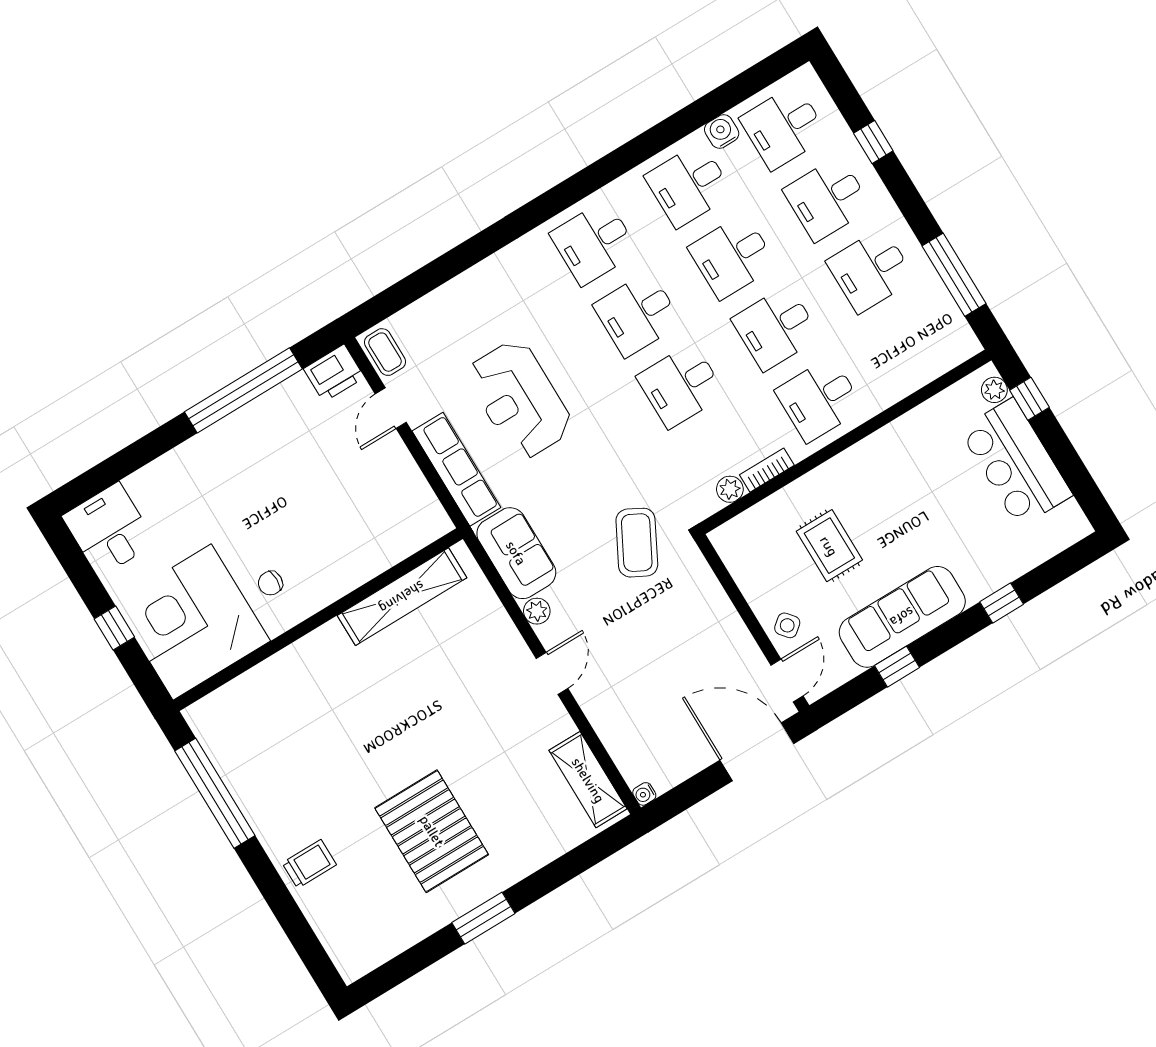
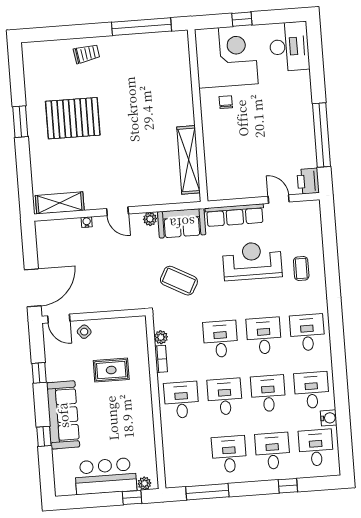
coffee table: (385, 352) -> (301, 269), moved, turned 90
desk: (109, 530) -> (289, 46), width x1.37
coffee table: (637, 543) -> (179, 281), moved
sofa: (902, 617) -> (63, 415), moved
water cooler: (644, 794) -> (87, 222), moved
trolley: (309, 864) -> (87, 54), turned -99

